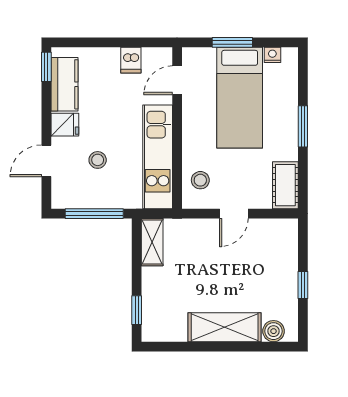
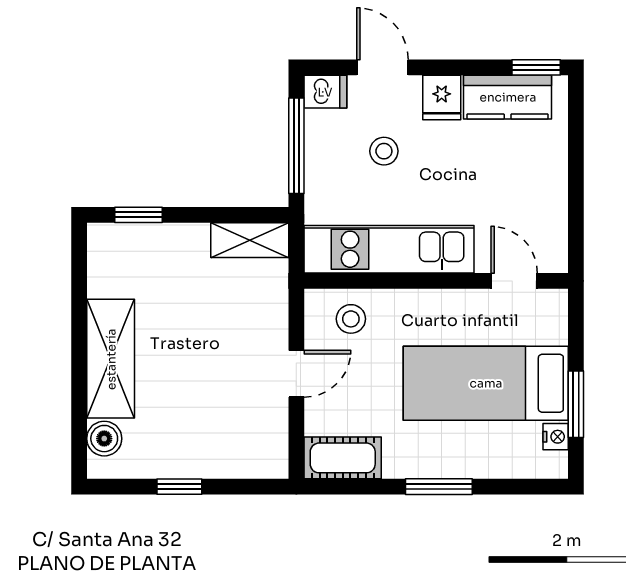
window: (232, 42) -> (576, 404), moved
dishwasher: (131, 60) -> (325, 92), moved, turned 180
door: (234, 214) -> (296, 374), swing flipped

